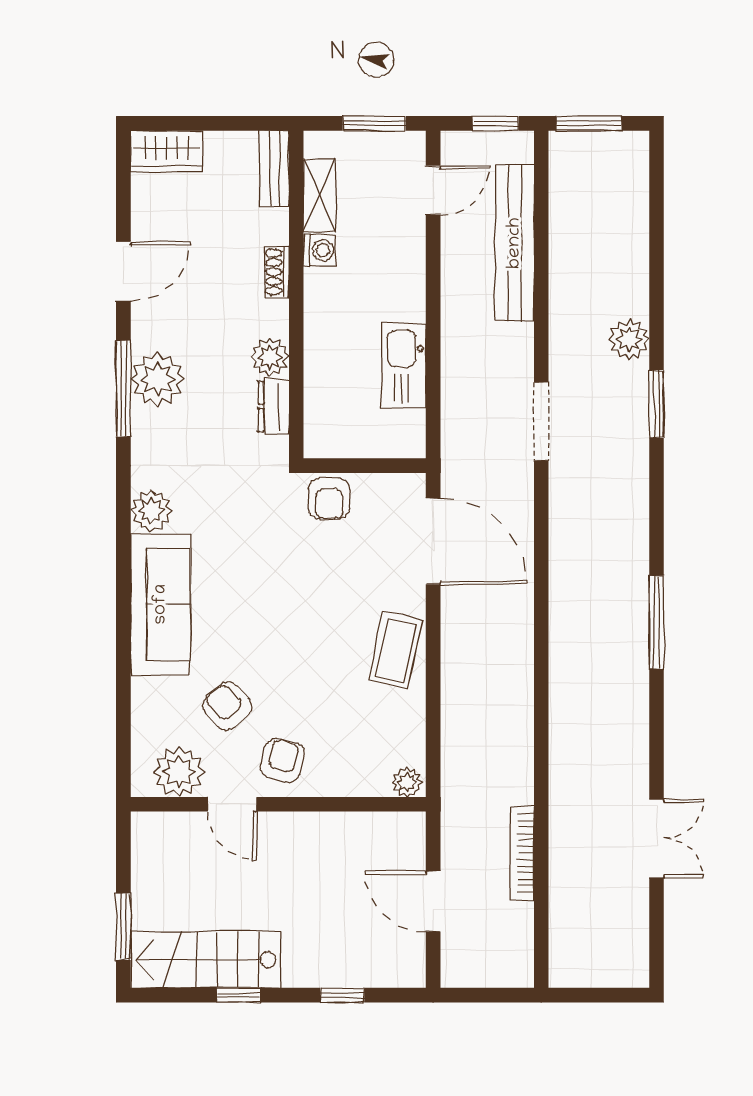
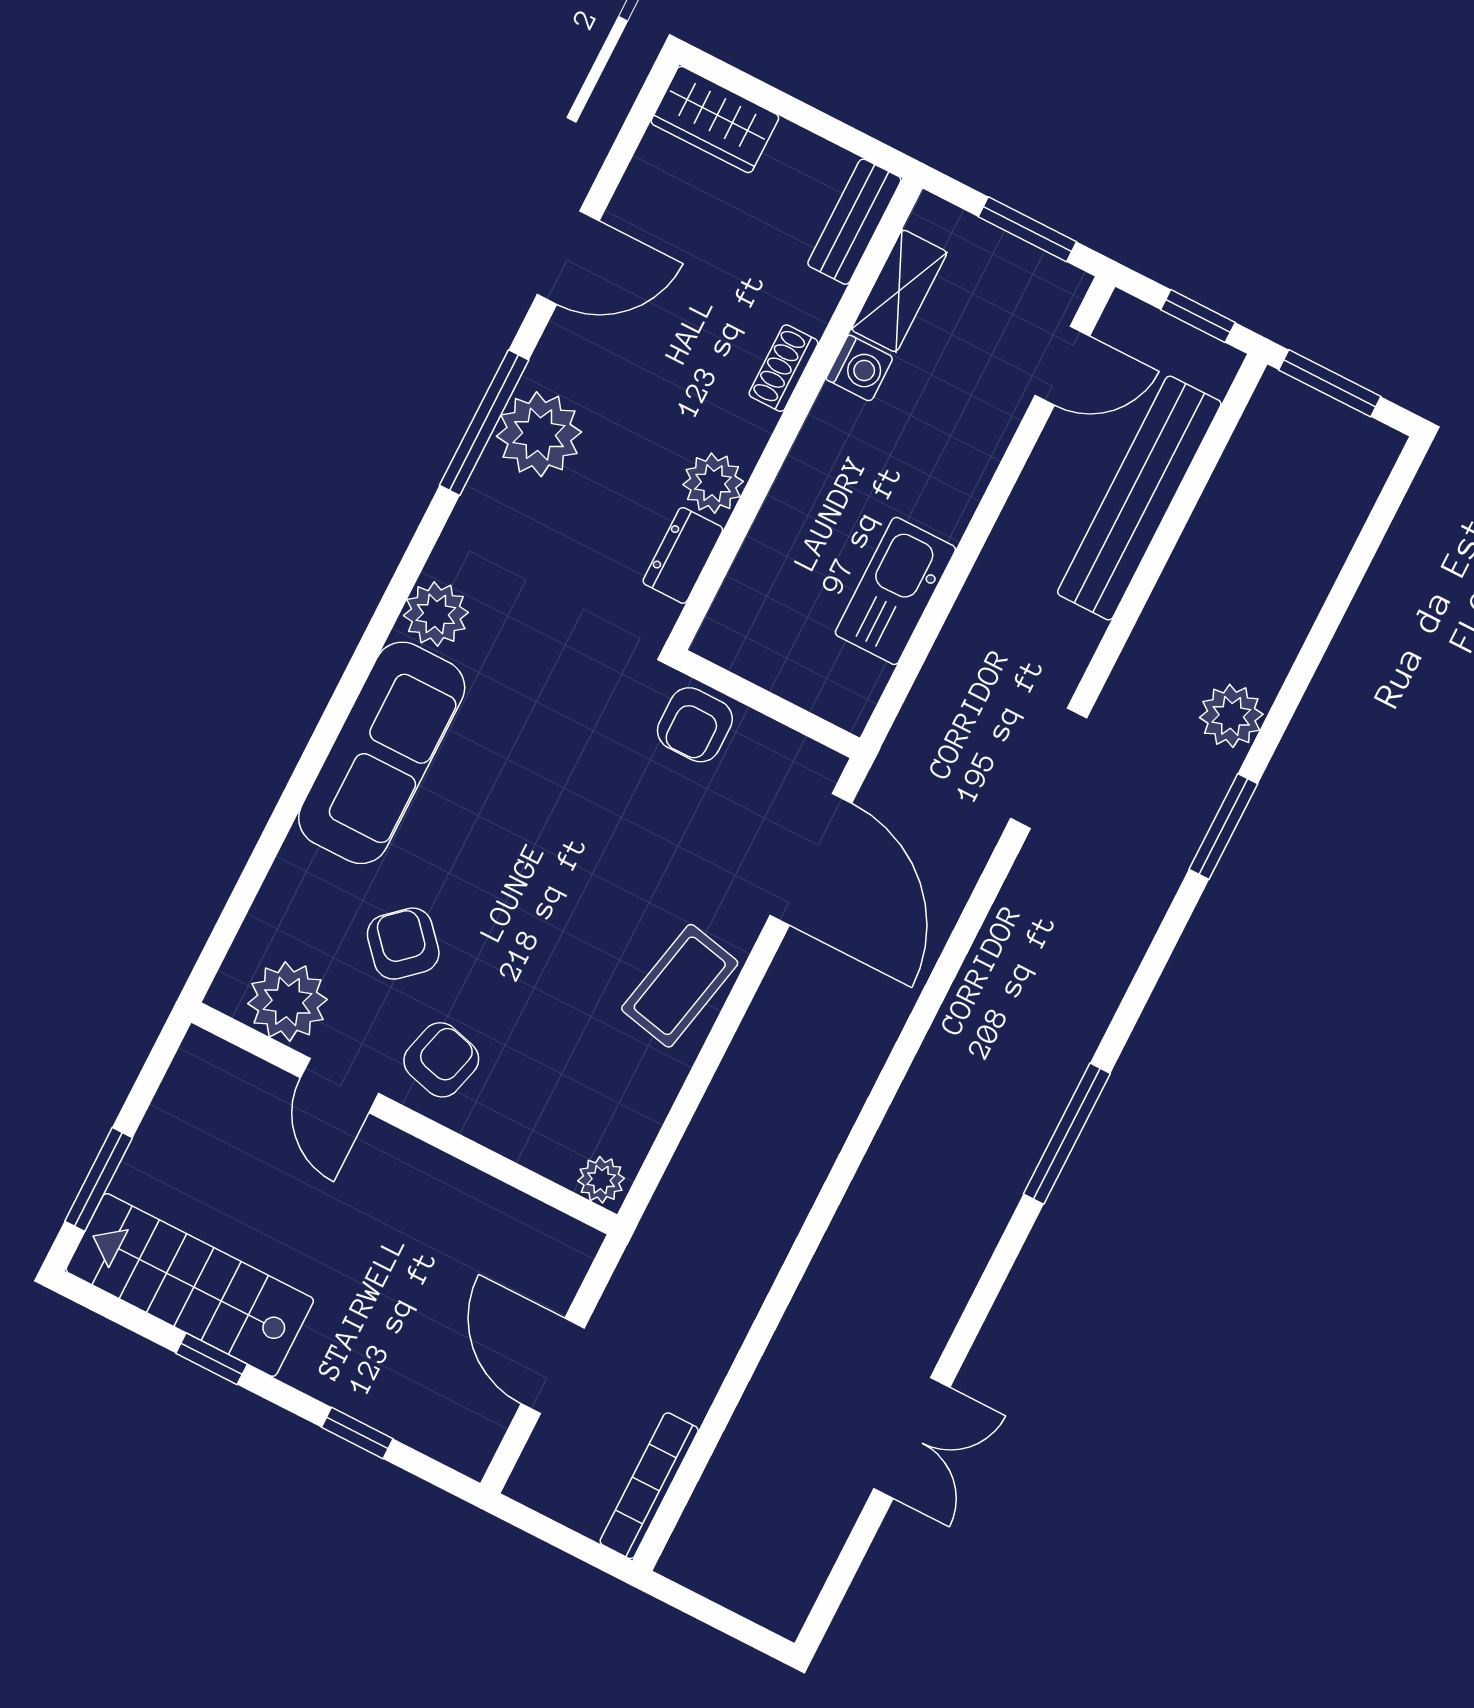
bookcase: (522, 853) -> (649, 1486), moved

